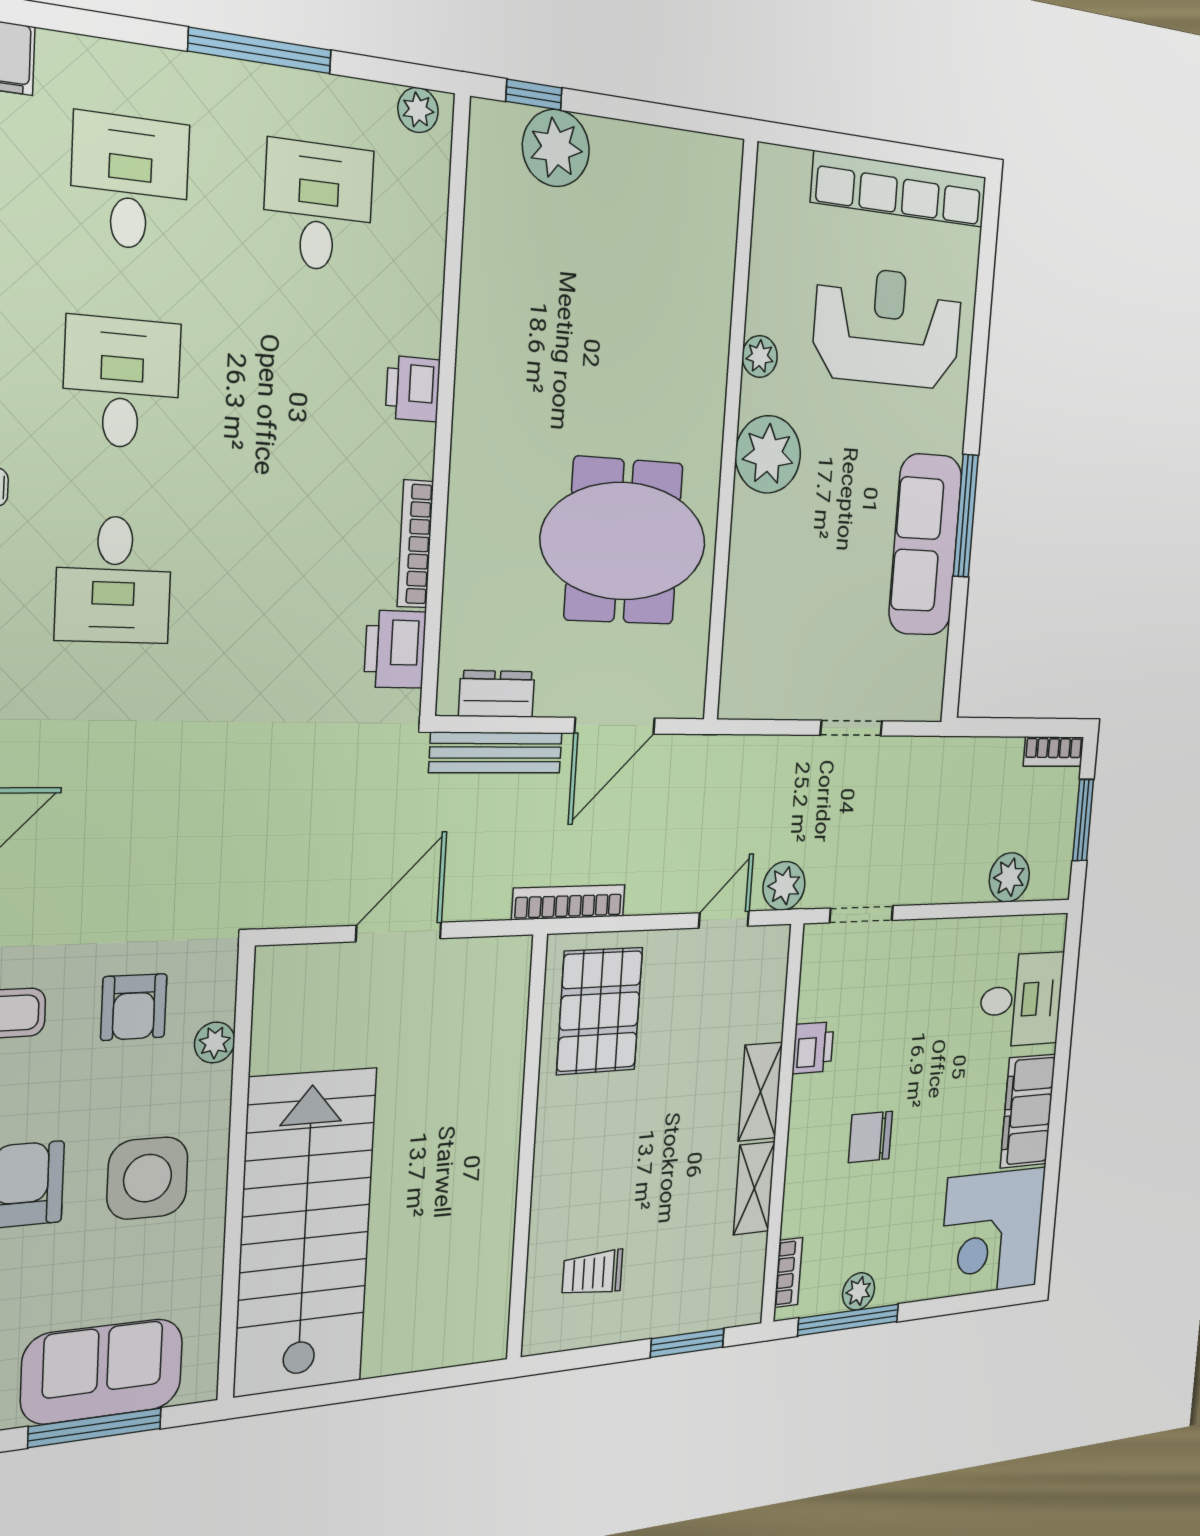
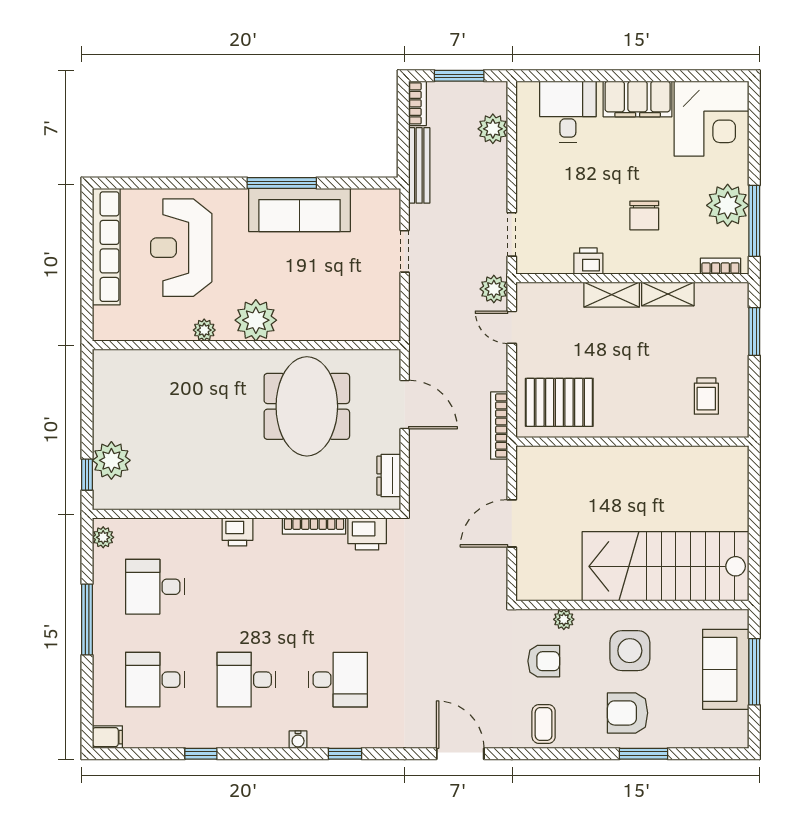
bench: (496, 753) -> (419, 165), moved
door: (399, 932) -> (512, 523), hinge flipped
plant: (859, 1291) -> (728, 205), width x1.88, depth x1.88

